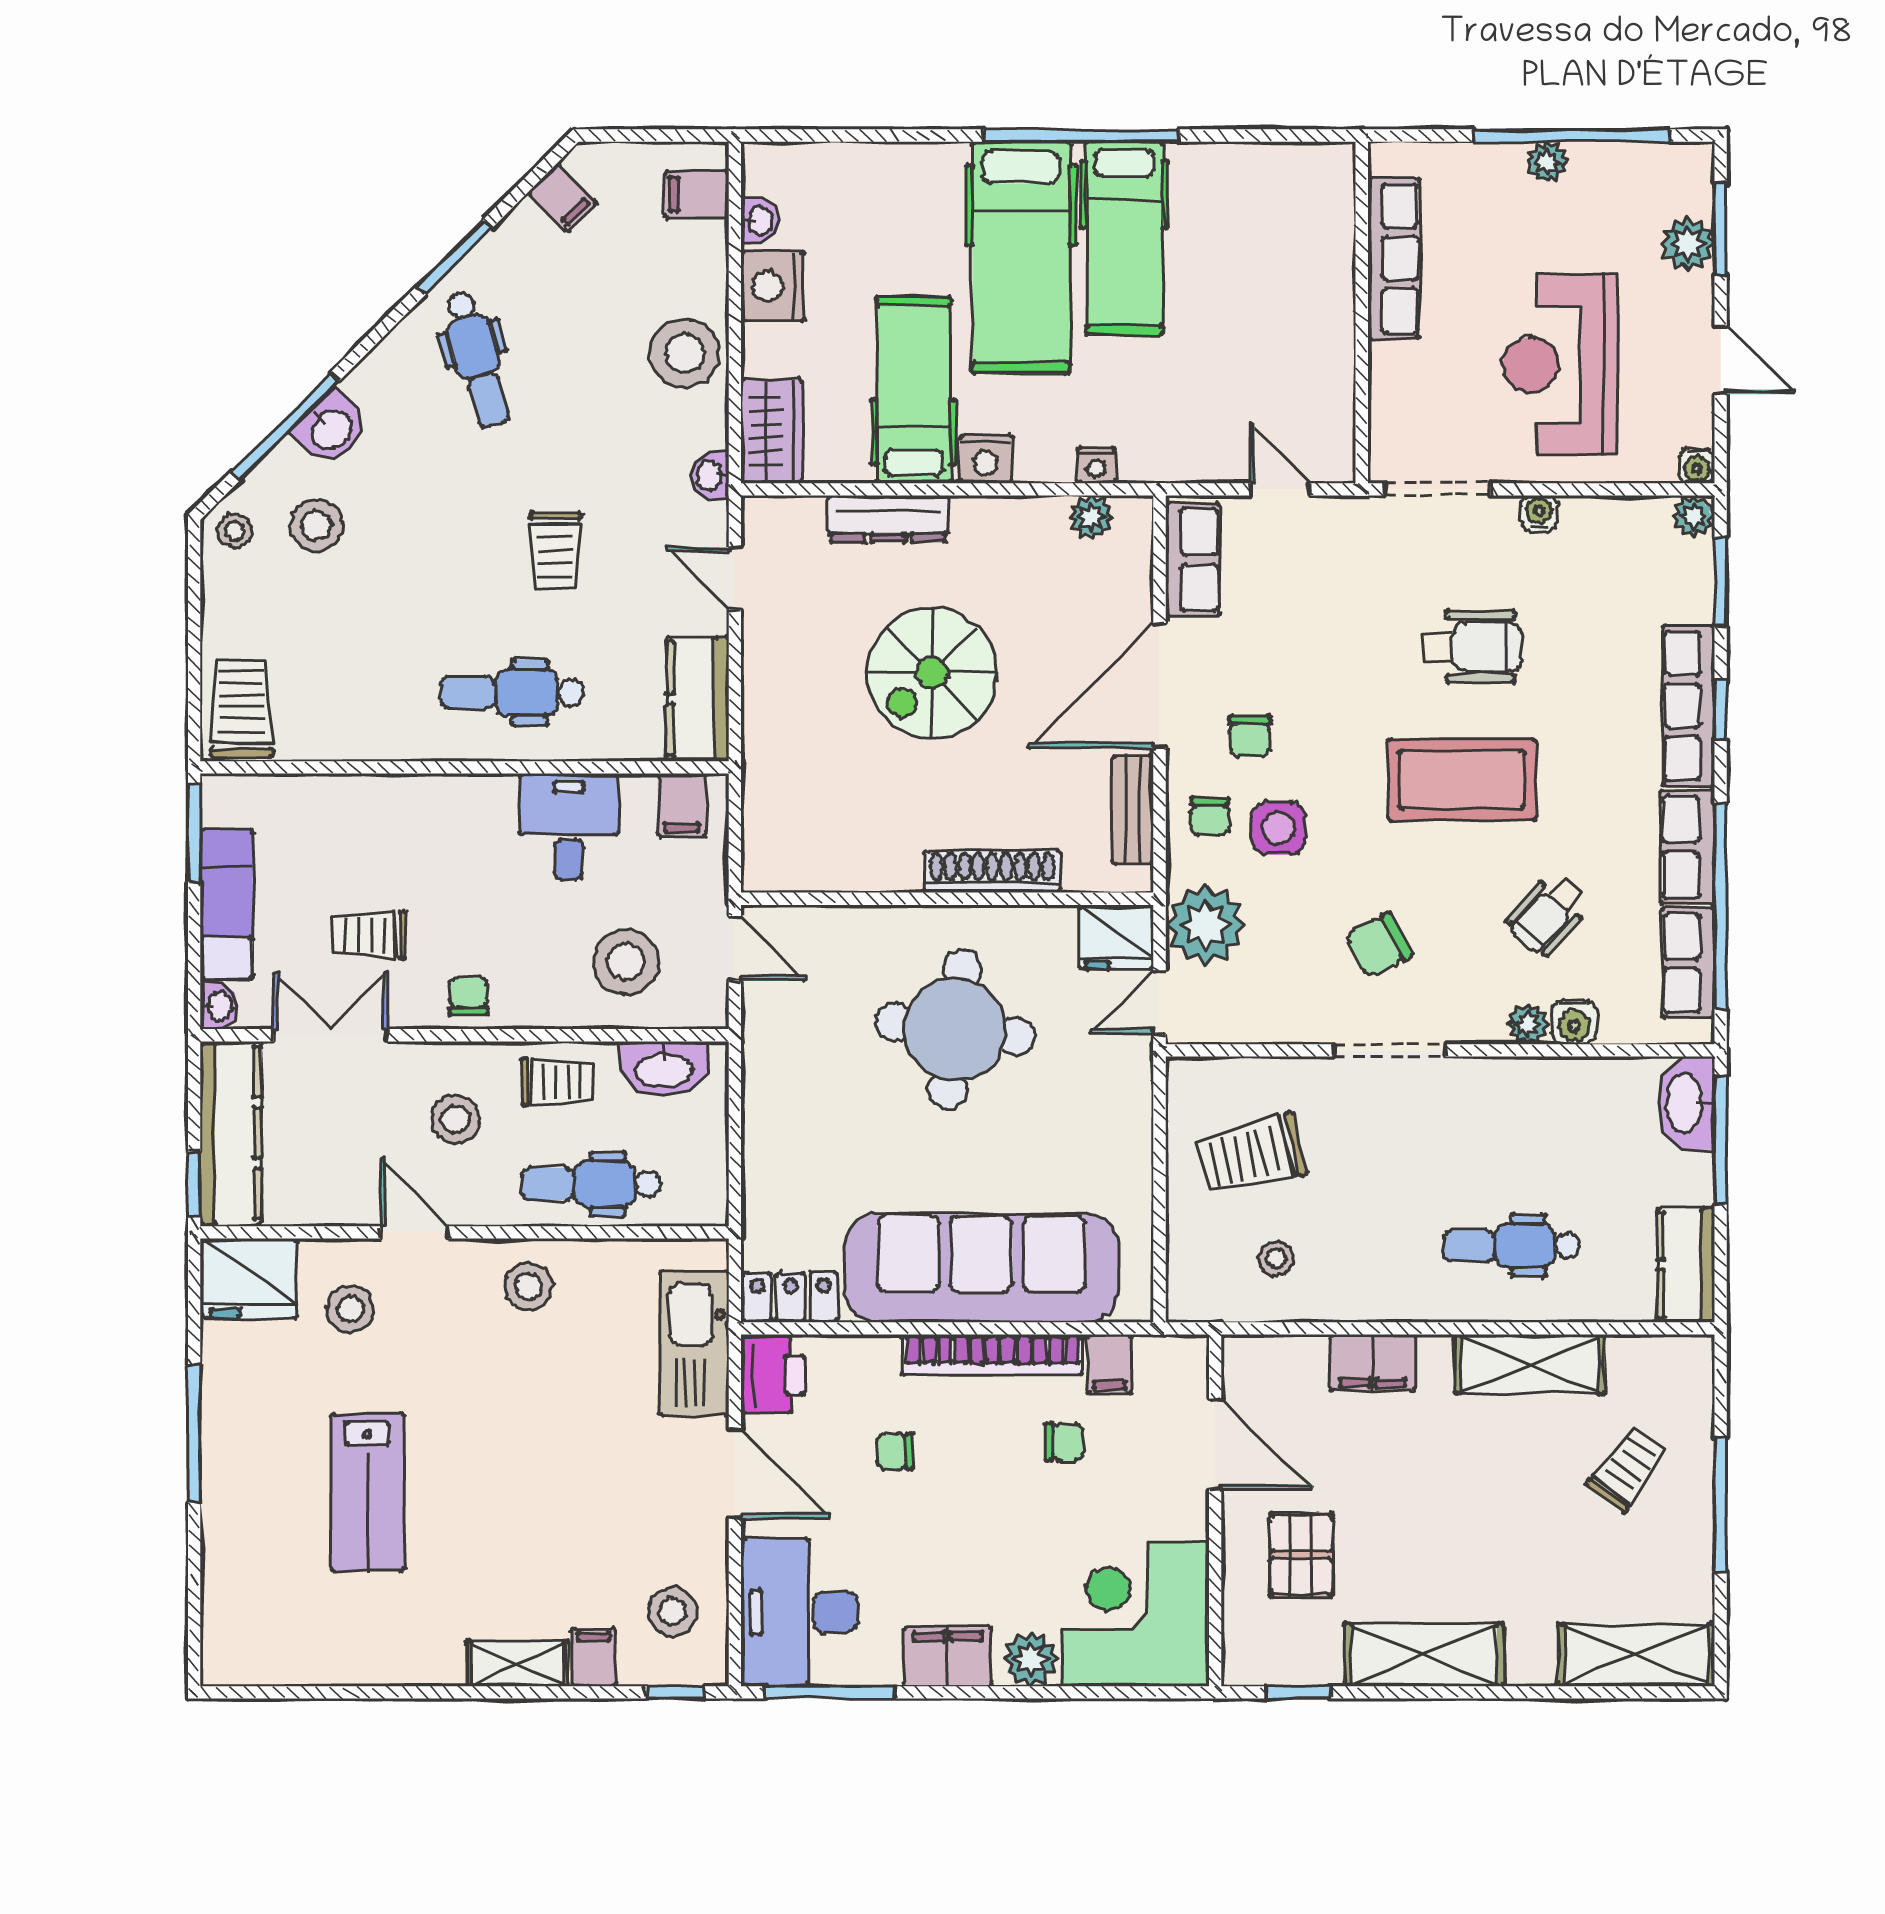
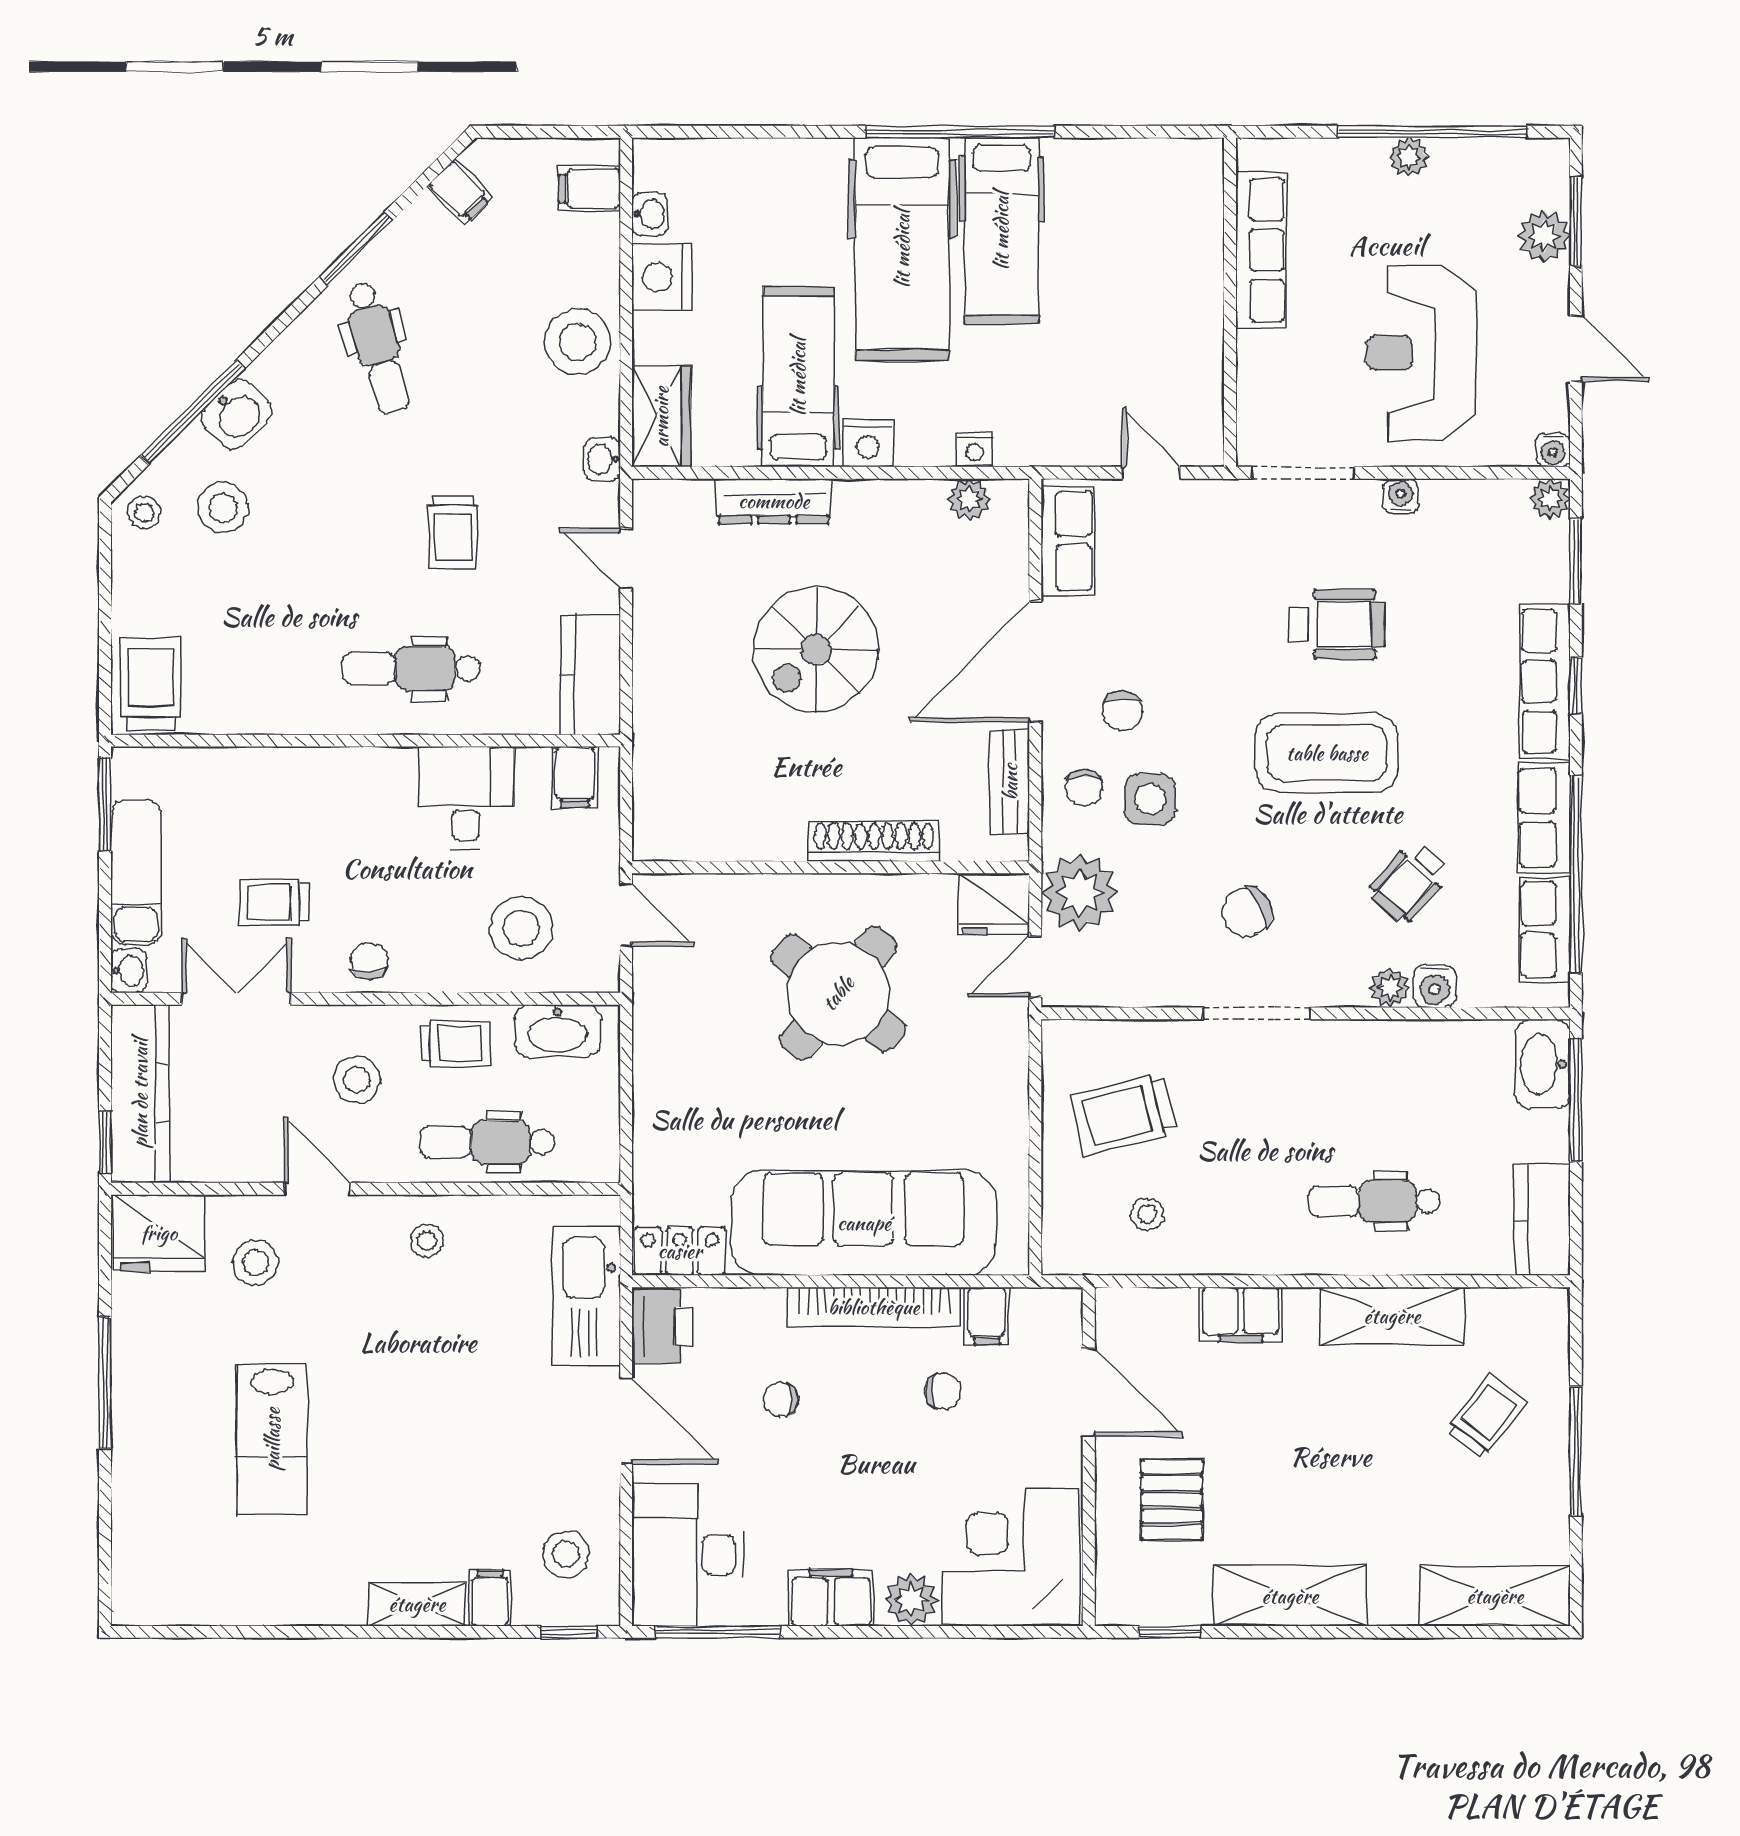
round table: (955, 1029) -> (838, 993), turned 32
stool: (528, 1286) -> (427, 1241), width x0.73, depth x0.73

